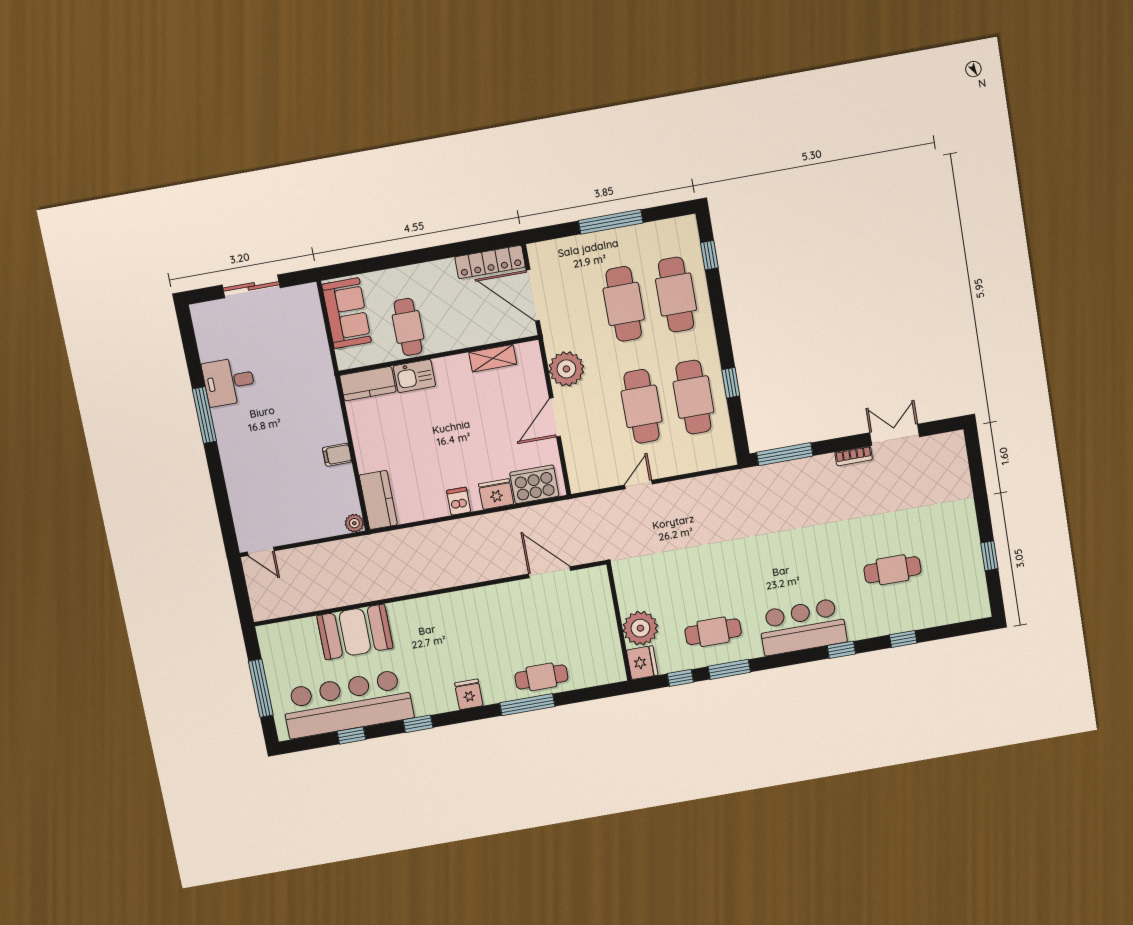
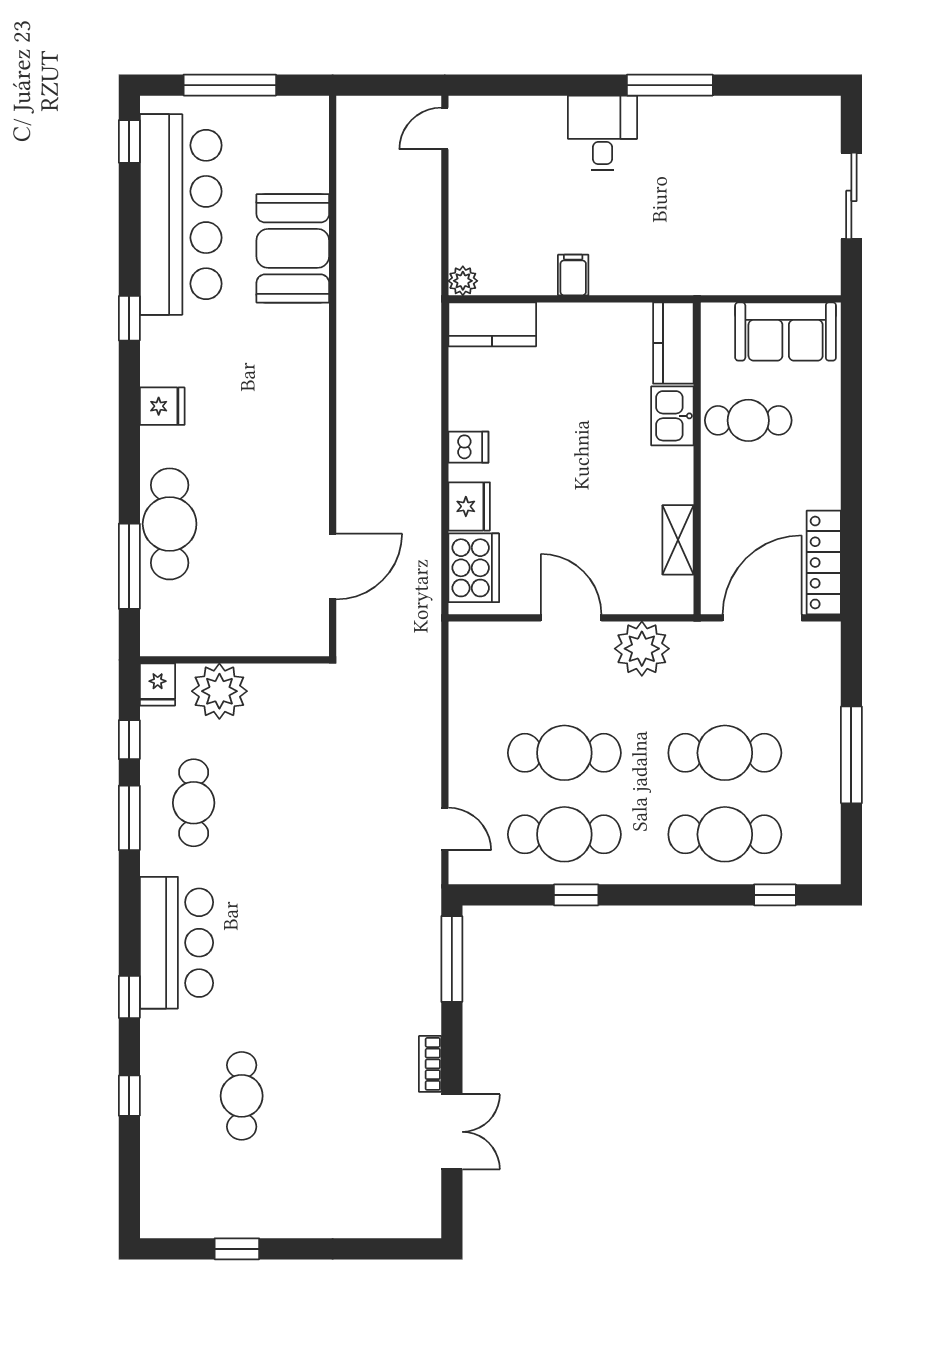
desk: (229, 382) -> (602, 133), moved
door: (638, 485) -> (445, 829), moved
fridge: (642, 663) -> (158, 685), width x0.72
cafe table: (541, 677) -> (170, 524), width x1.37, depth x1.35
window: (527, 705) -> (129, 566), moved
window: (351, 735) -> (129, 141), moved

